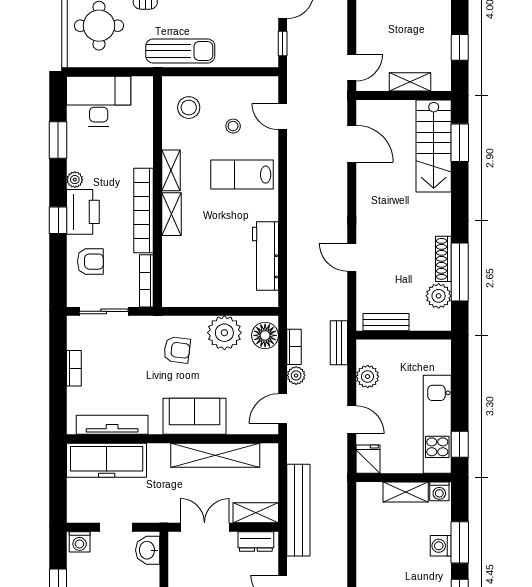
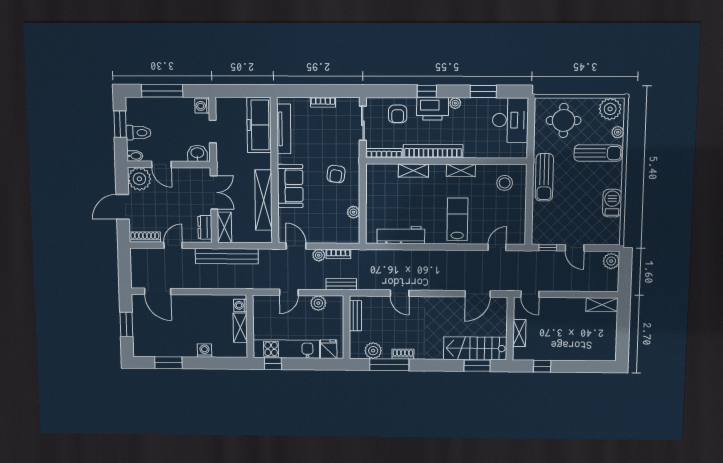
stool: (233, 126) -> (491, 213), removed
shelving: (171, 214) -> (413, 171), moved
door: (352, 257) -> (400, 293), swing flipped
shoe rack: (443, 259) -> (403, 354), width x0.70
plant: (224, 333) -> (353, 212), width x0.53, depth x0.53
floor lamp: (265, 335) -> (346, 234), removed
fridge: (368, 459) -> (329, 349), moved, turned -90
washing machine: (439, 491) -> (240, 305), moved
window: (460, 542) -> (207, 363), removed

